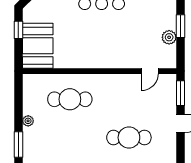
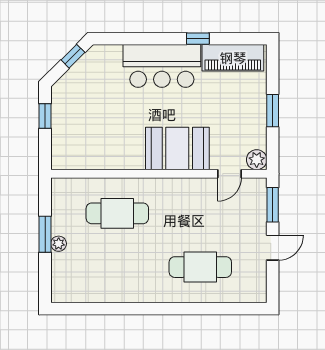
plant: (169, 37) -> (257, 160), moved
booth: (38, 46) -> (177, 149), moved, turned 90
window: (18, 145) -> (45, 234), moved

